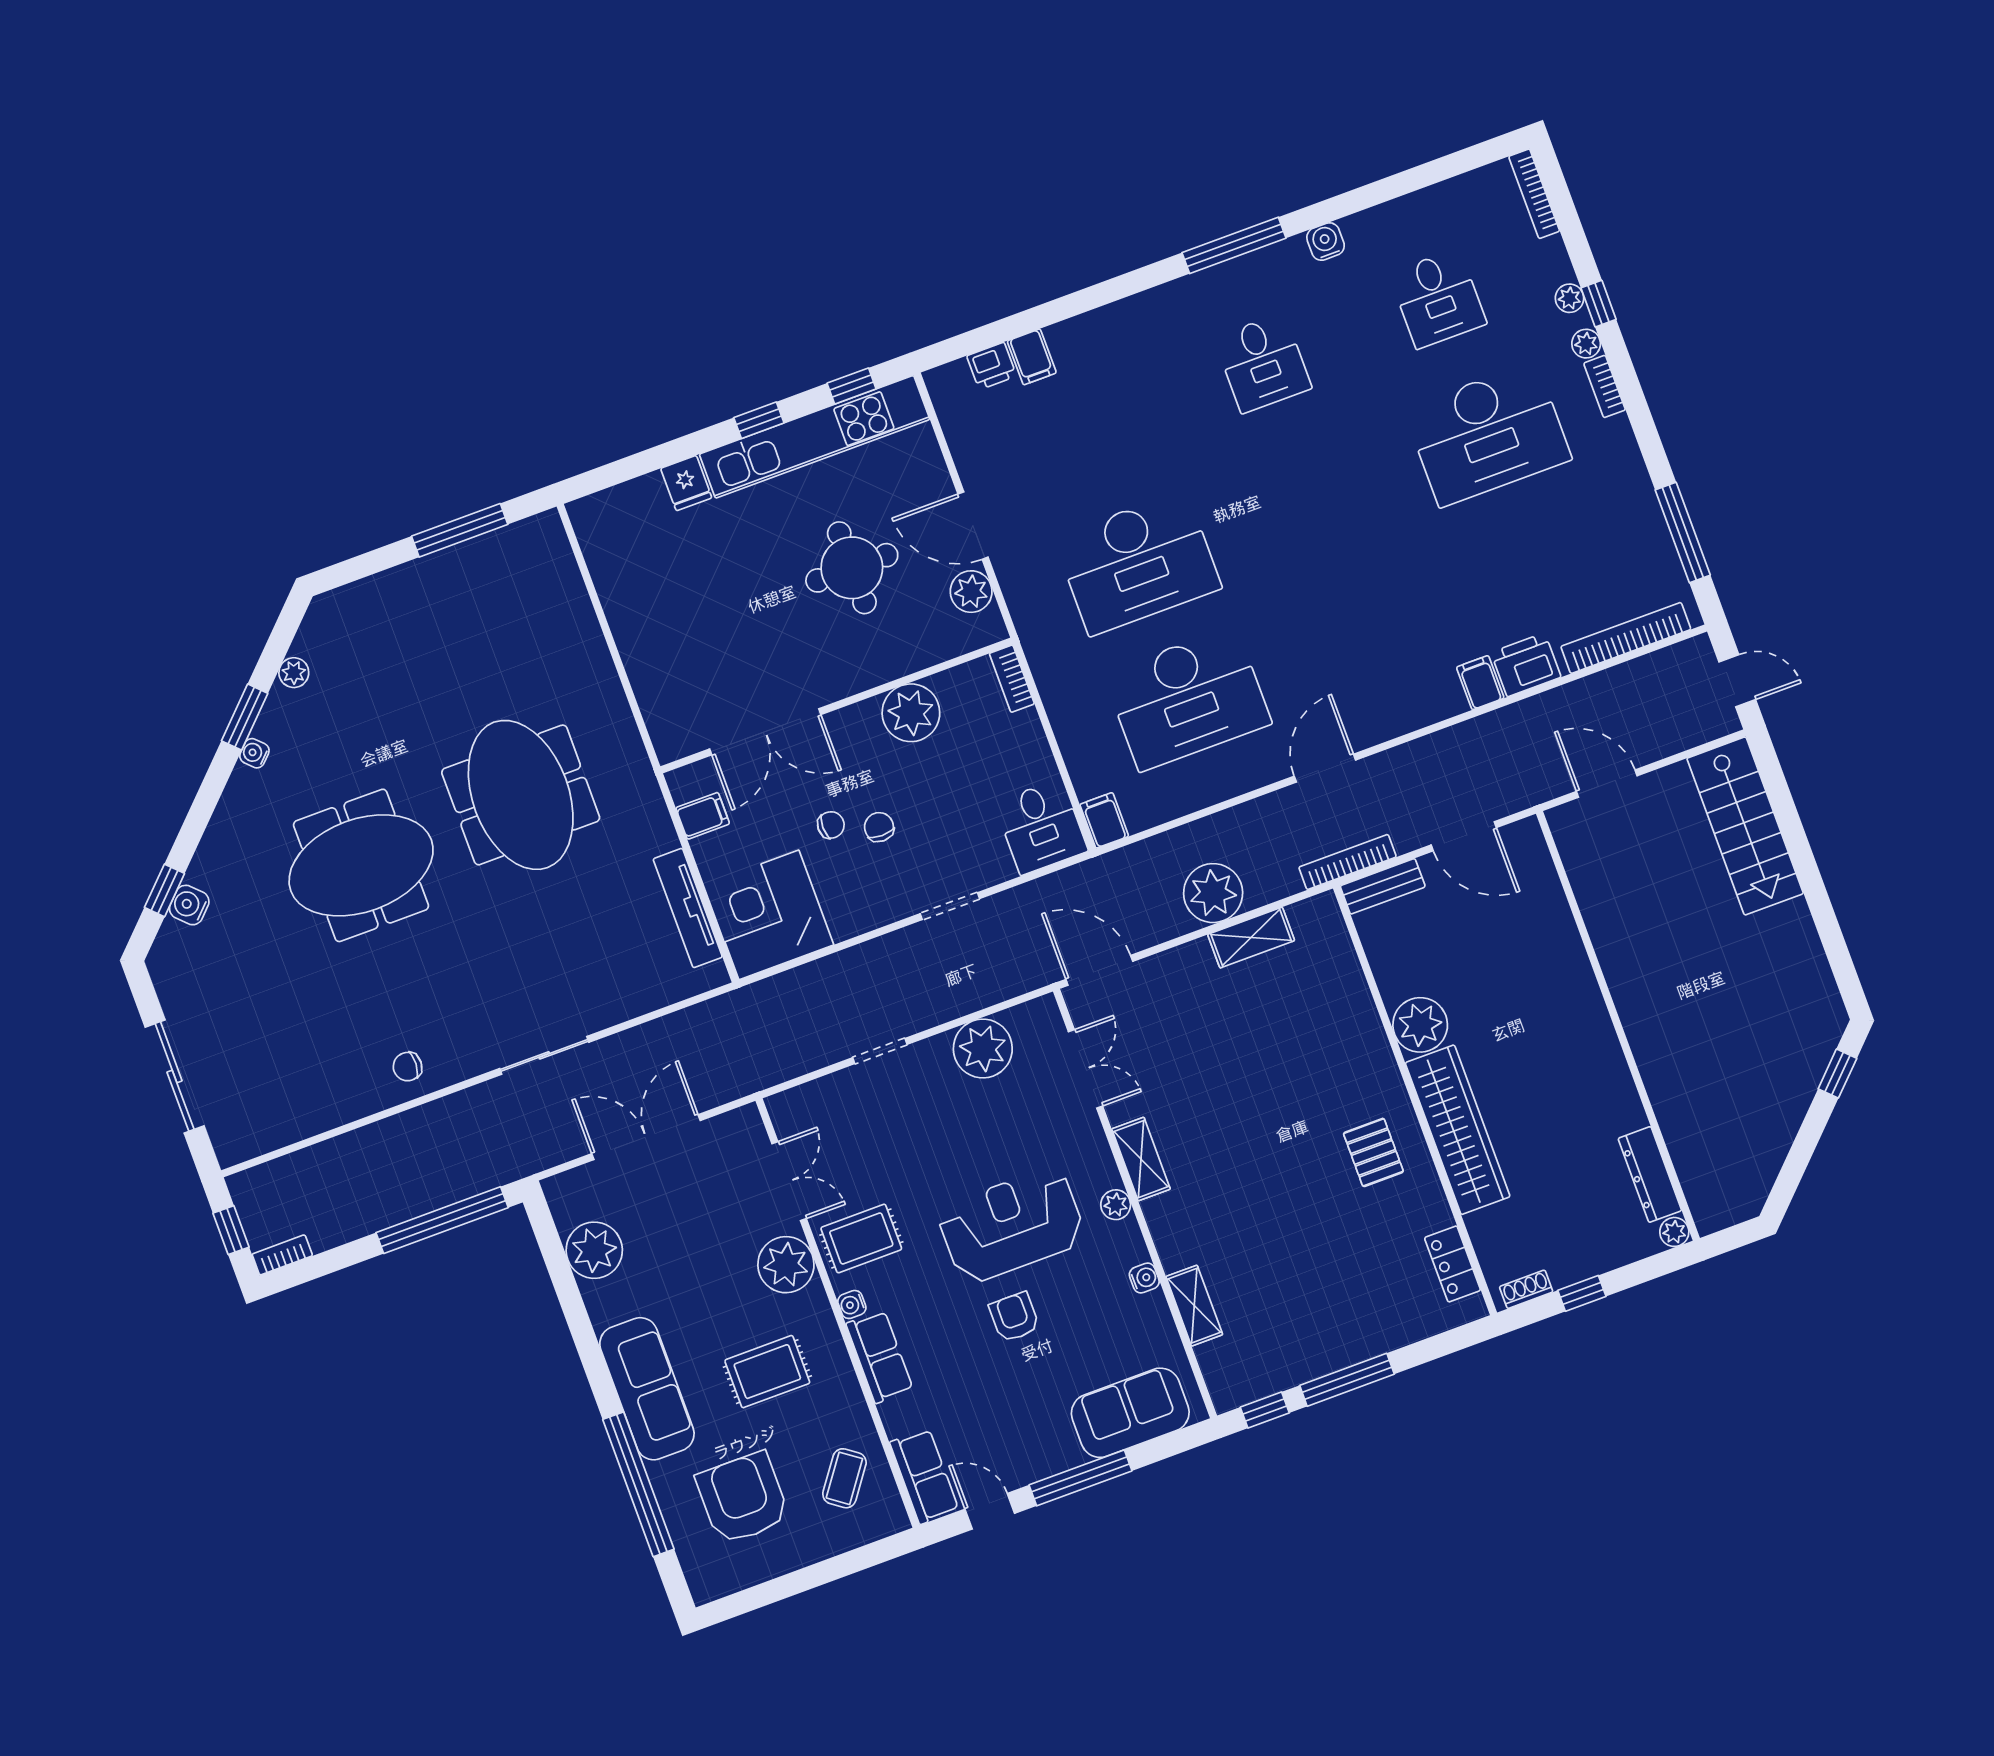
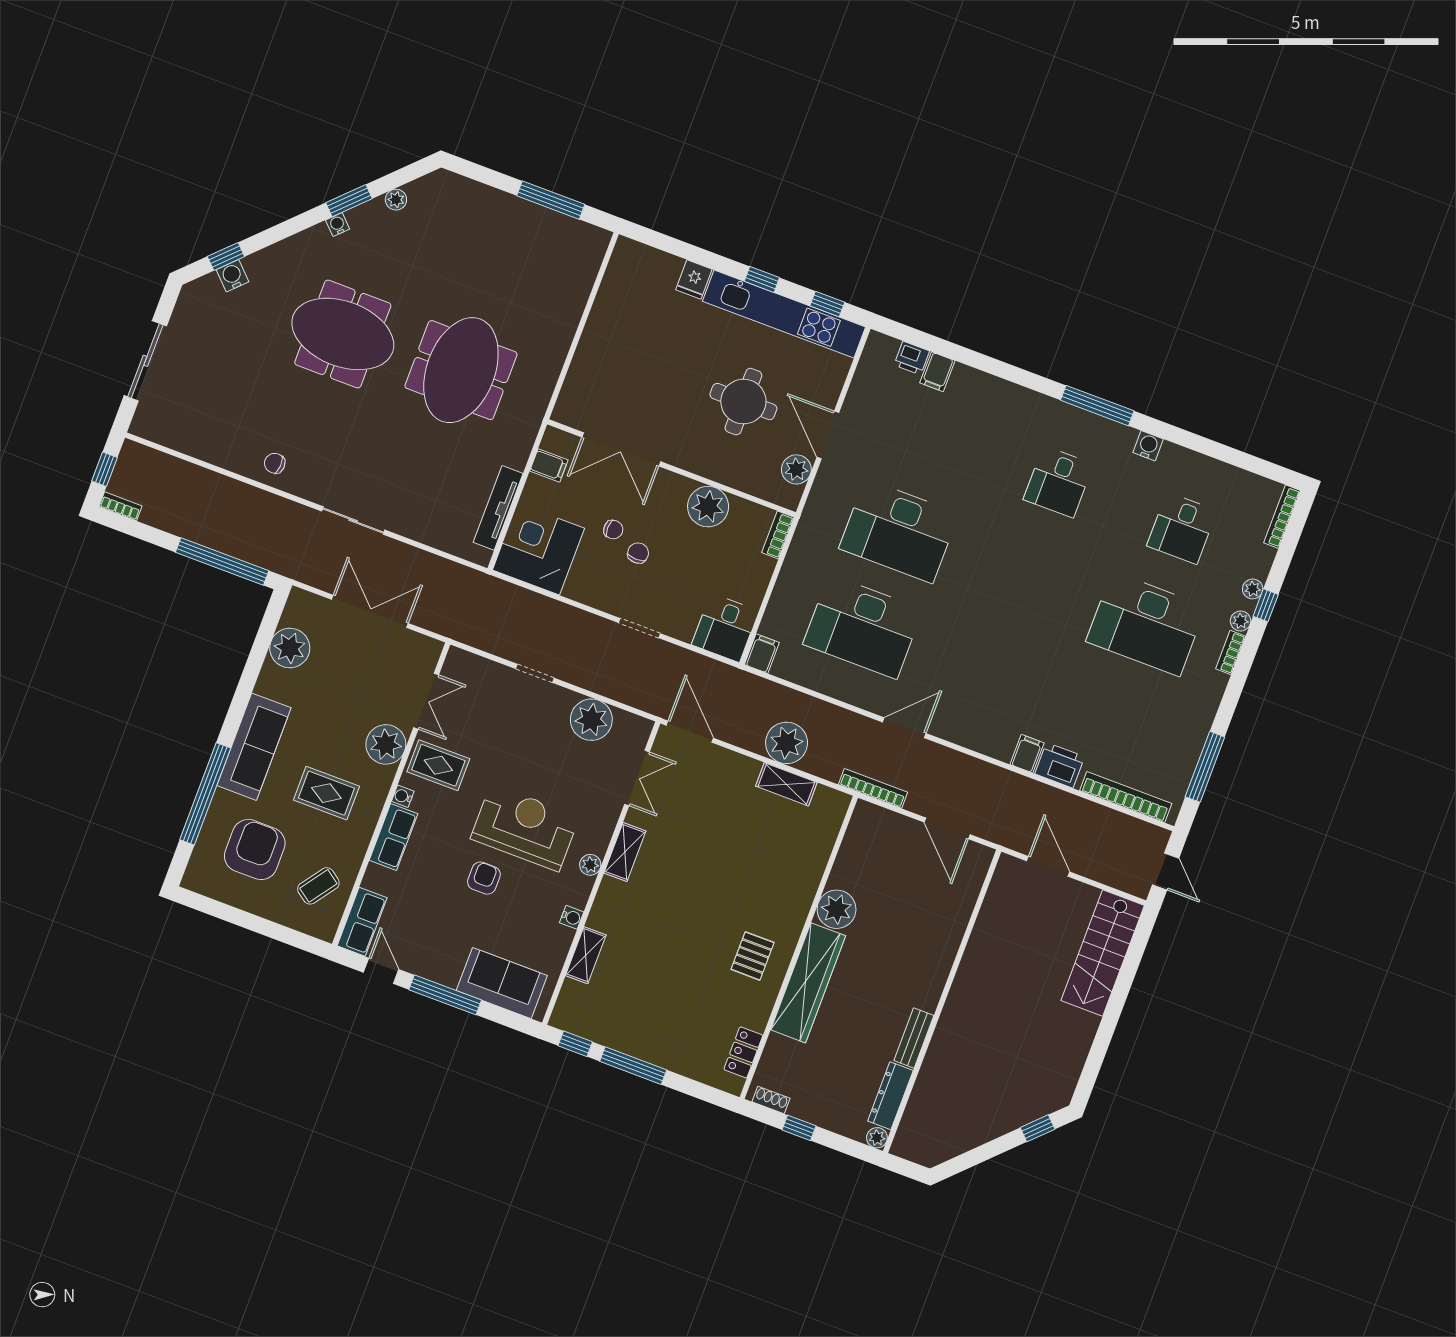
bench: (1383, 886) -> (914, 1038), moved, turned 90

